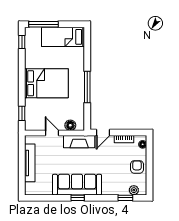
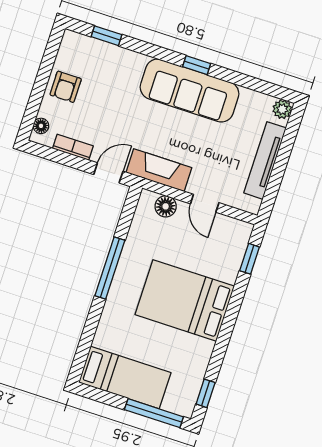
plant: (134, 190) -> (282, 109), moved

